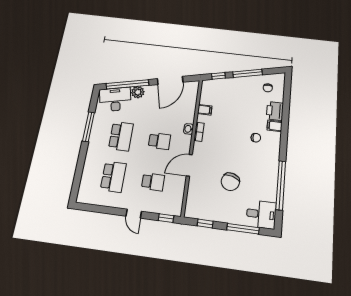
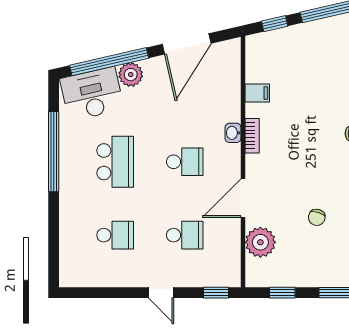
window: (88, 127) -> (54, 152), width x1.46
school desk: (113, 177) -> (115, 235), width x0.54
chair: (230, 182) -> (317, 217), width x0.54, depth x0.54
plant: (196, 192) -> (260, 242), added

